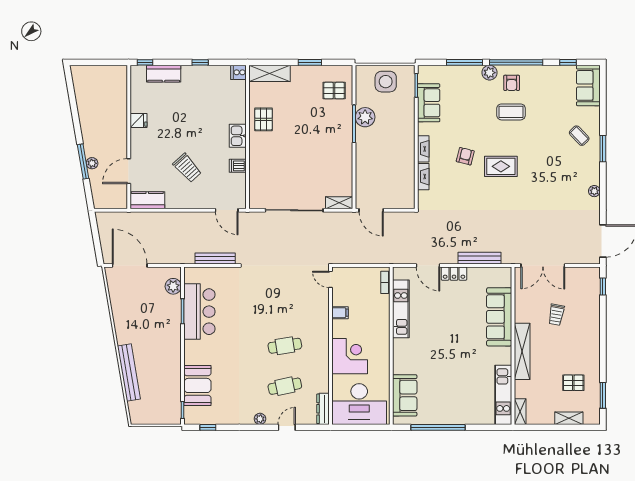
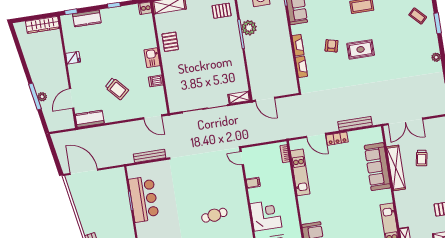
wardrobe: (107, 73) -> (43, 25), added
plant: (173, 286) -> (120, 183), removed
shelving: (522, 351) -> (396, 168), moved

